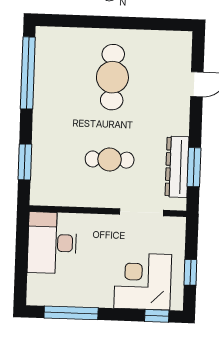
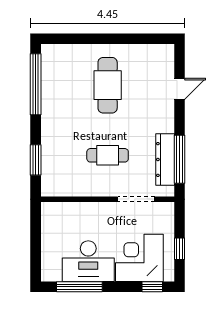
window: (194, 167) -> (180, 159), width x1.44
desk: (52, 243) -> (88, 261), moved, turned -90

